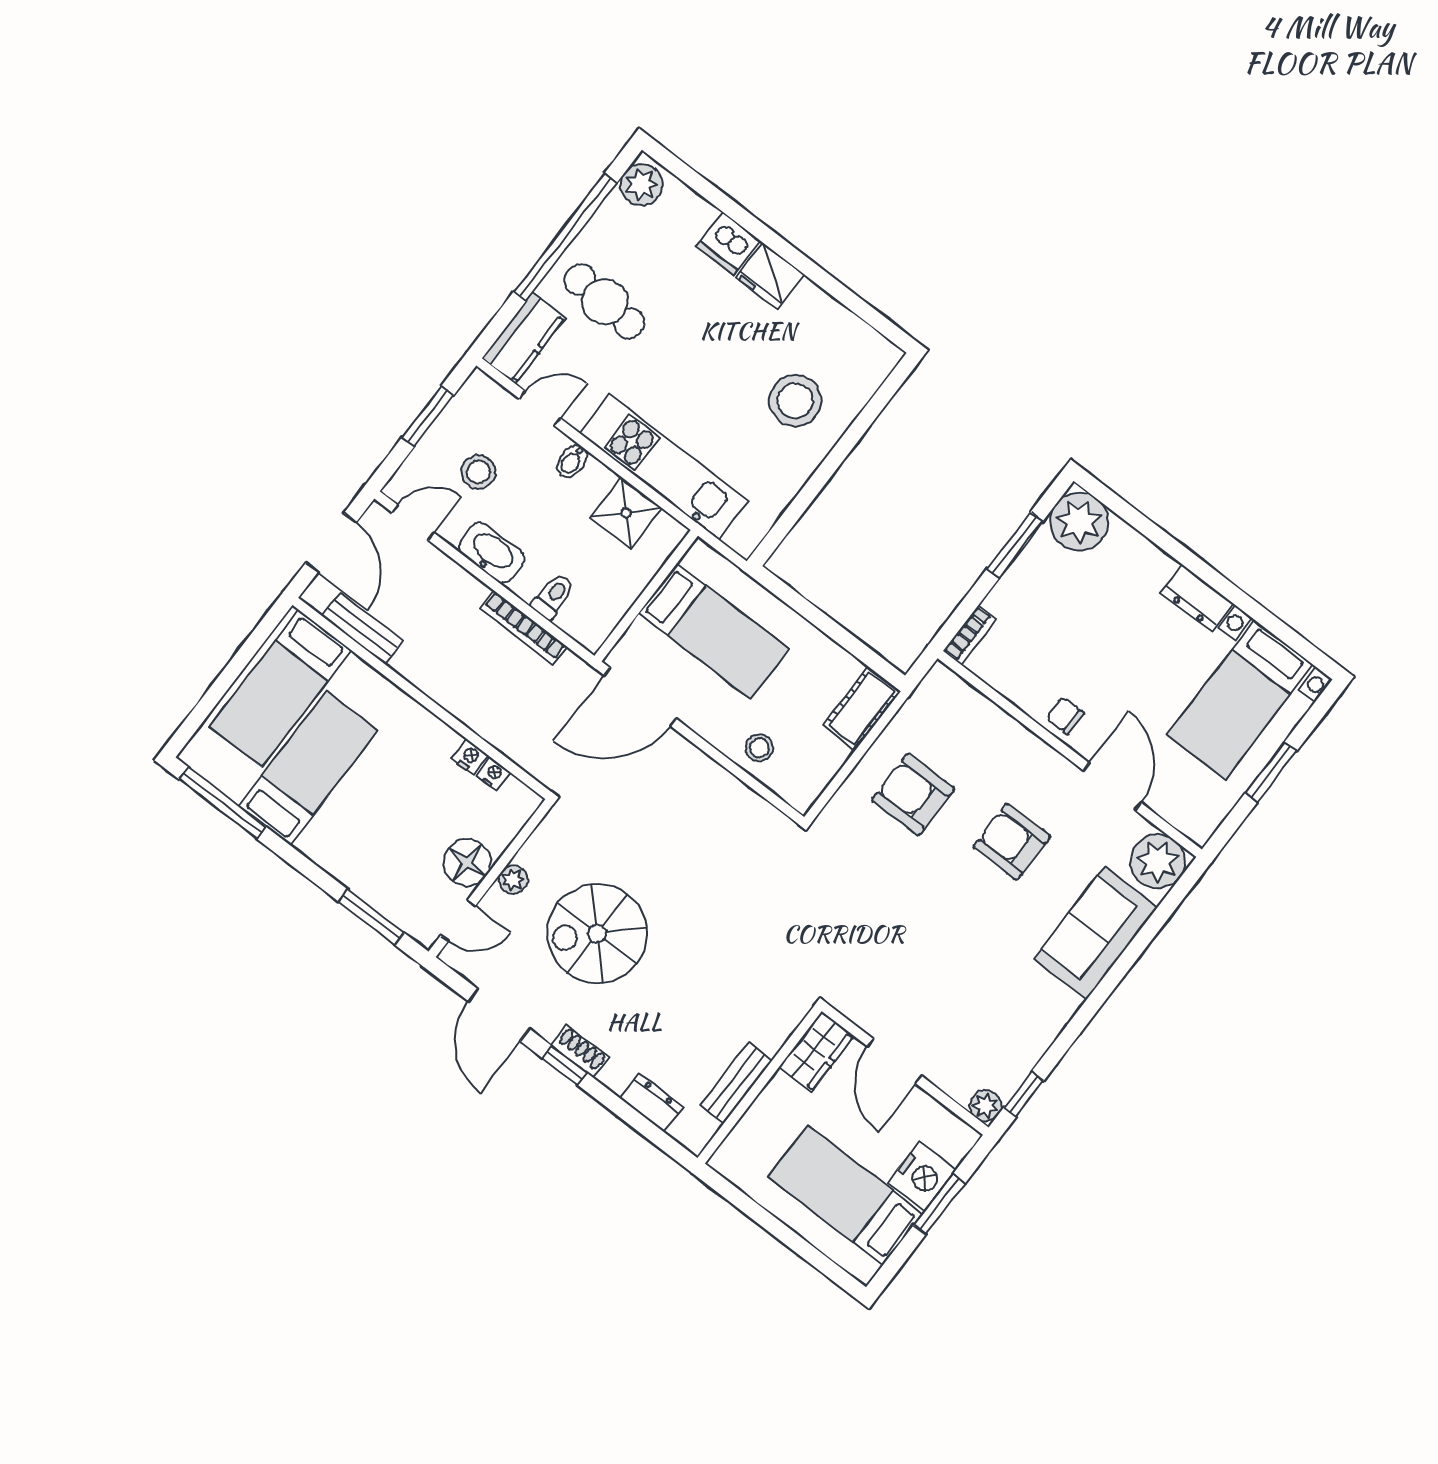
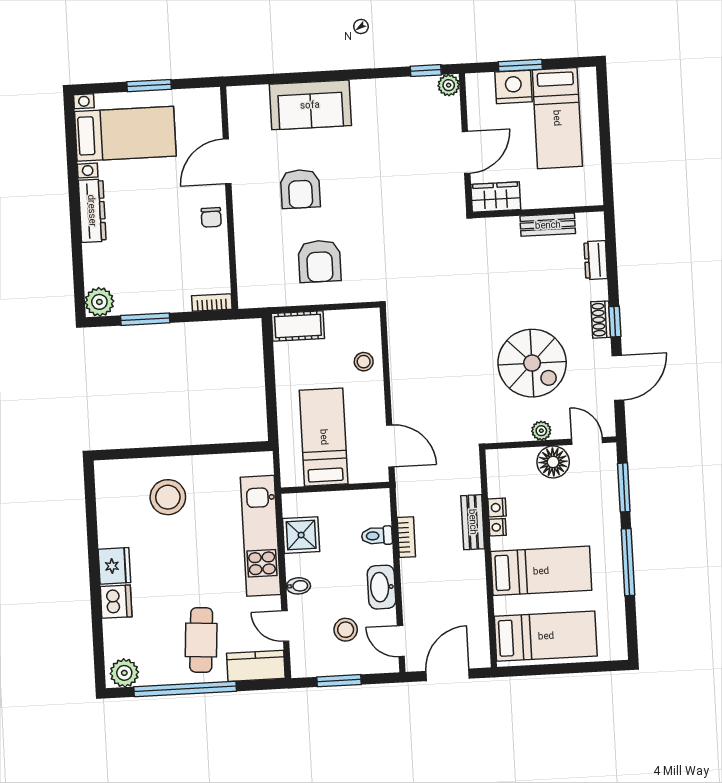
plant: (1079, 521) -> (99, 302), width x0.73, depth x0.73
dresser: (1197, 598) -> (92, 211), width x1.44
bench: (362, 628) -> (473, 522), moved
bookcase: (523, 628) -> (406, 537), width x0.64
door: (640, 697) -> (390, 446), width x0.73
bed: (308, 768) -> (541, 571), moved, turned 180
nightstand: (493, 774) -> (498, 527), moved
window: (223, 803) -> (628, 562), moved
plant: (1158, 861) -> (246, 105), removed

